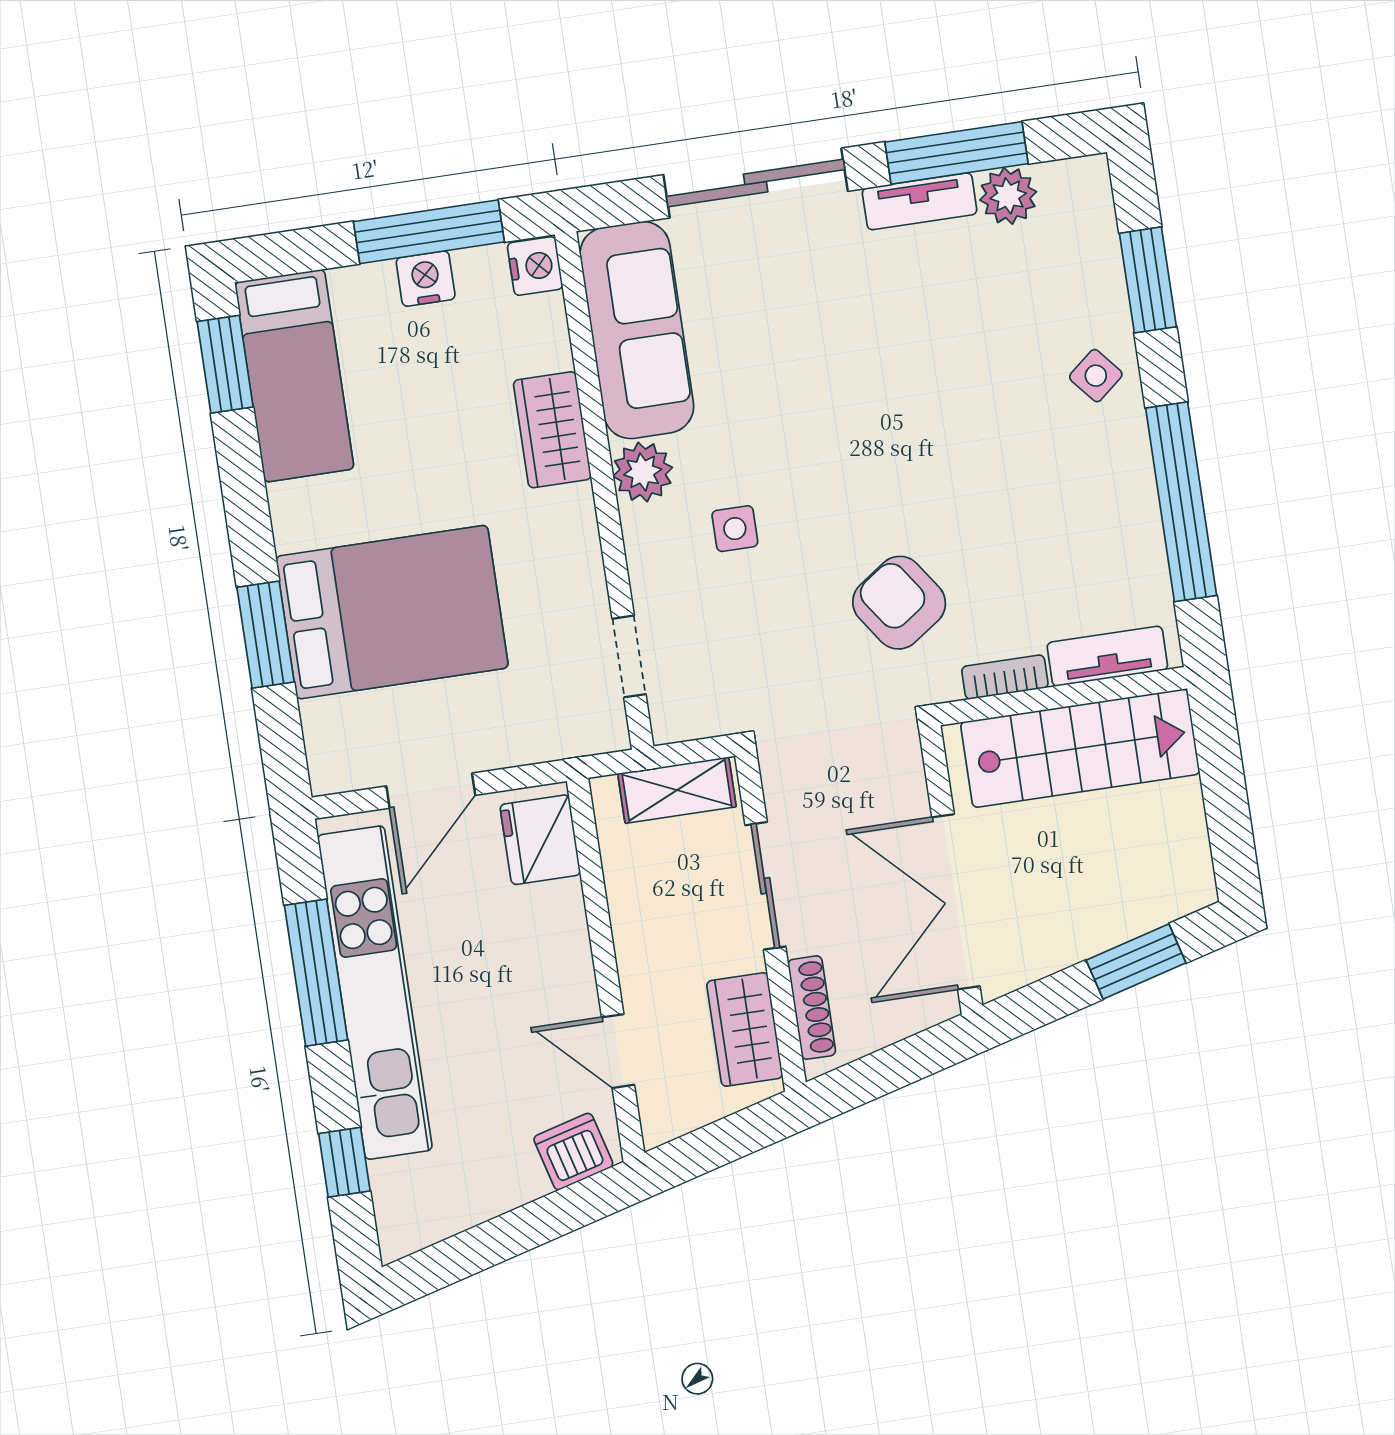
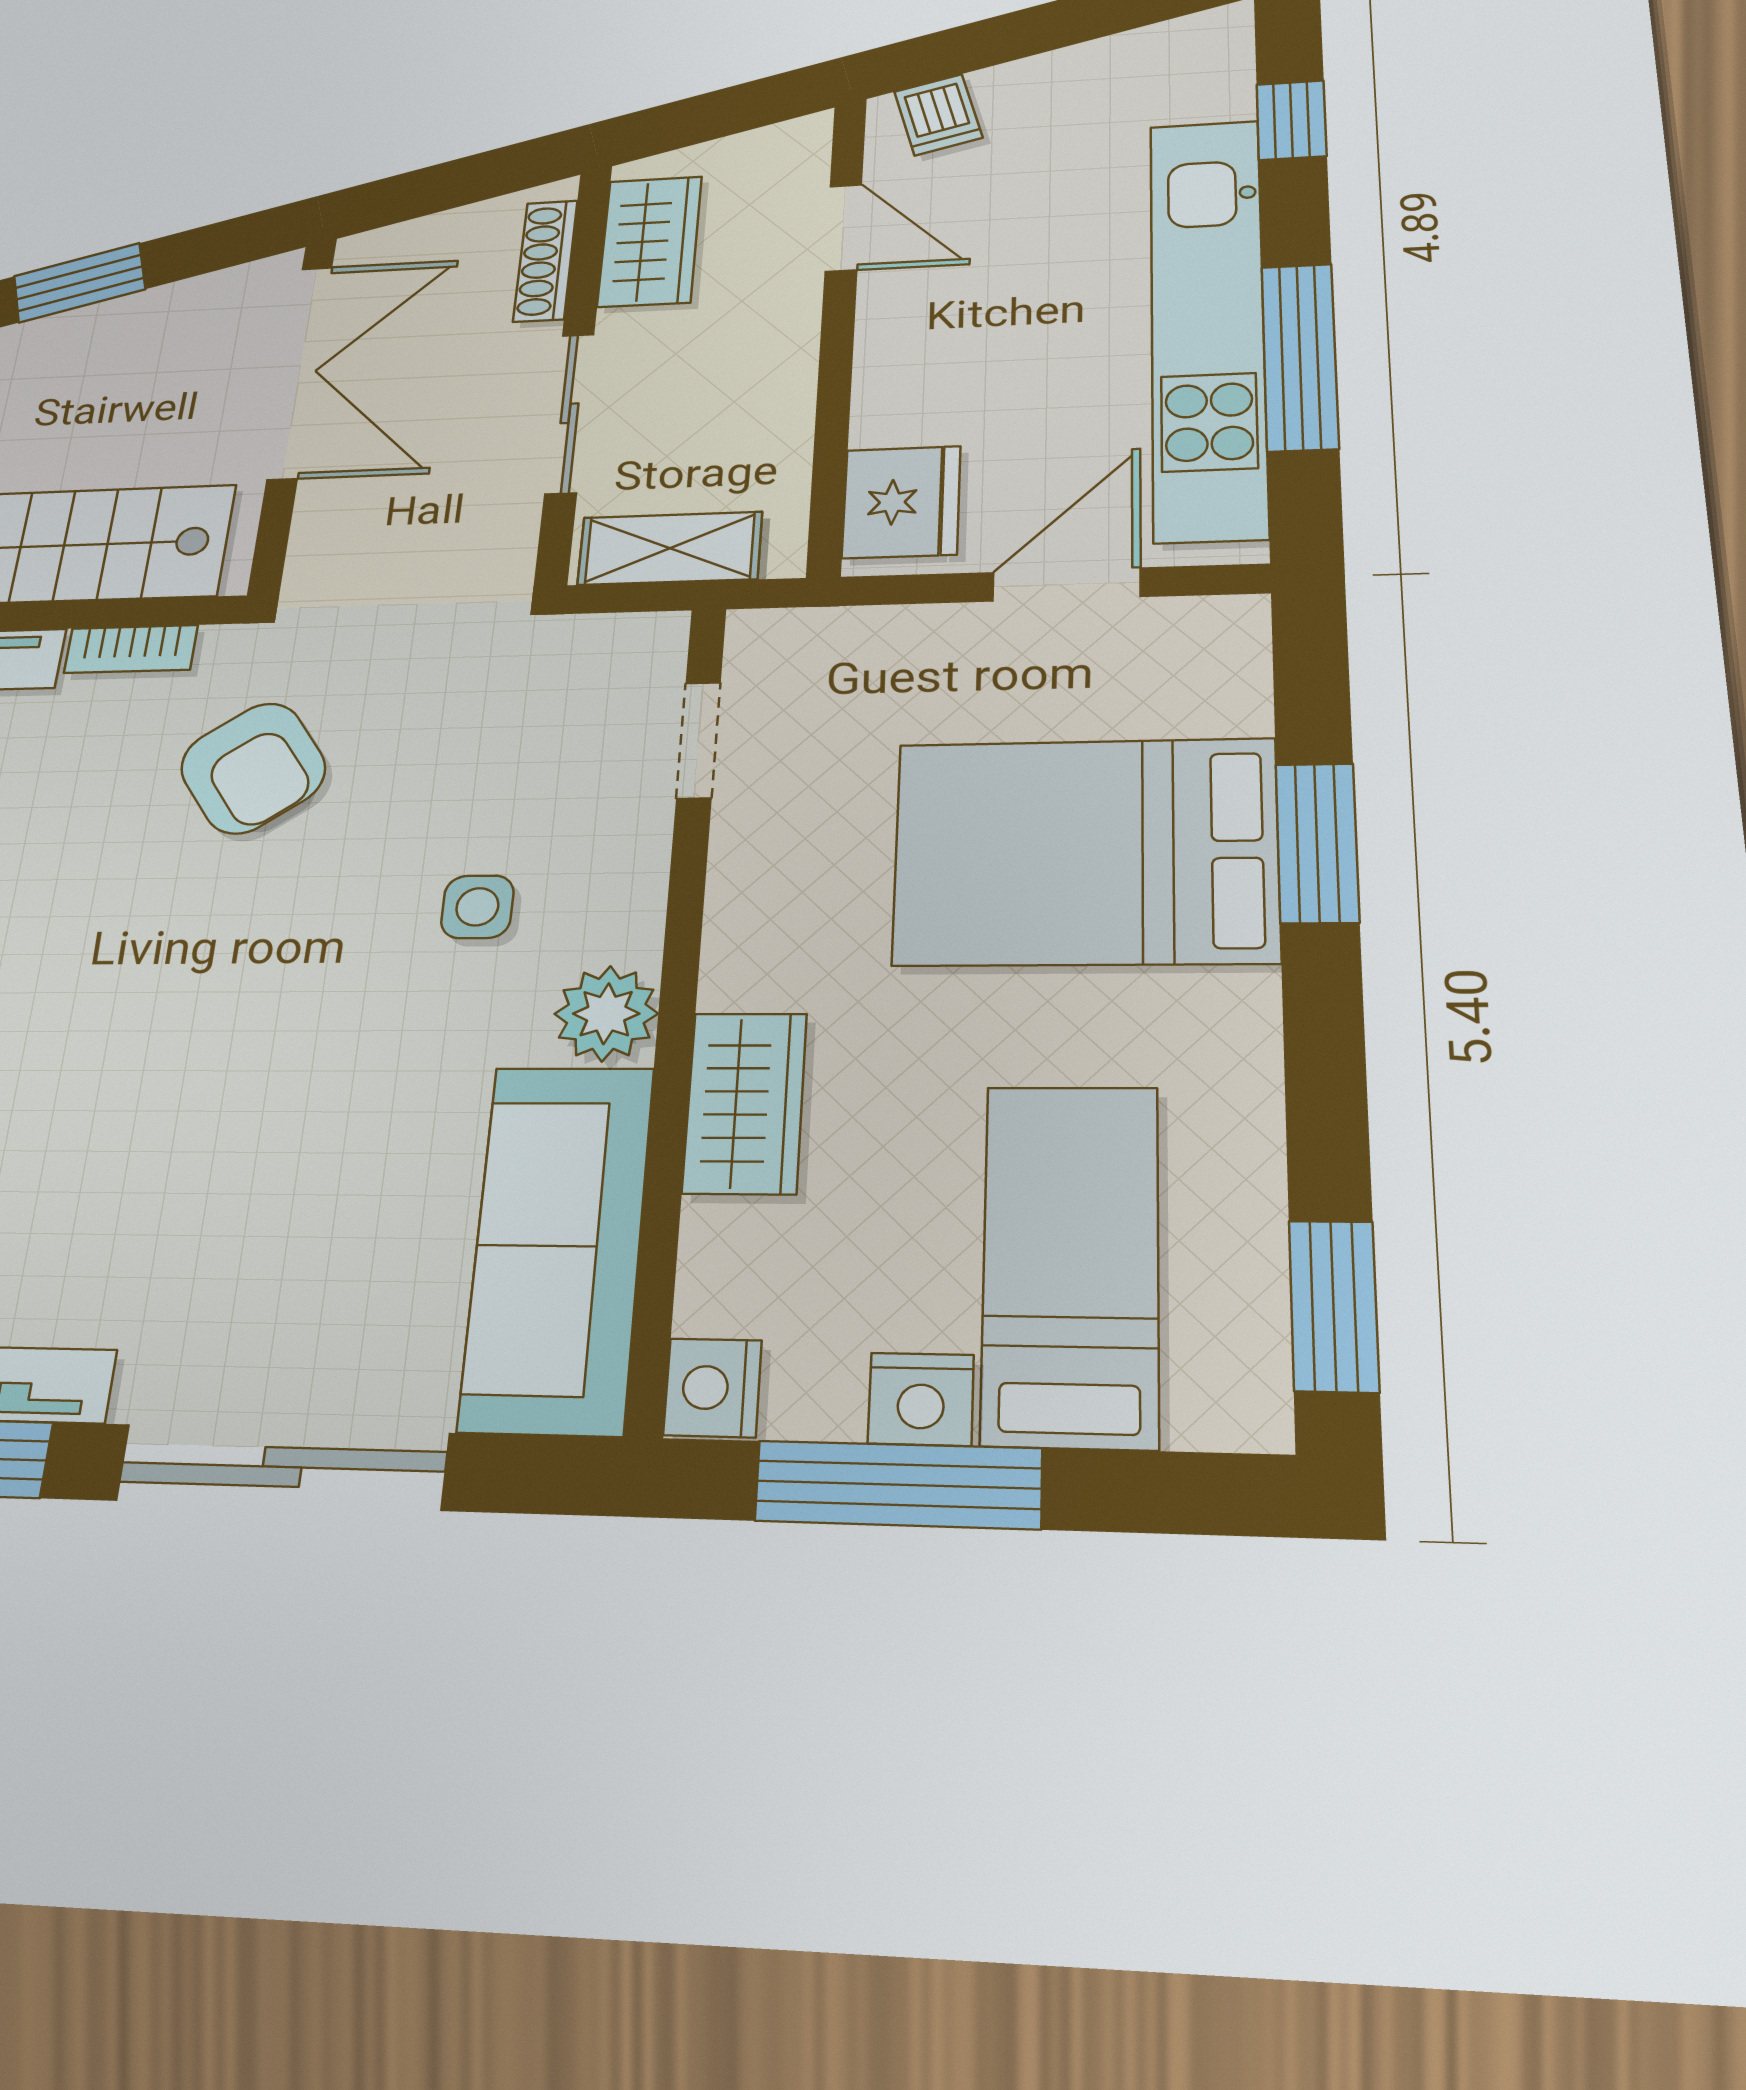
bed: (294, 376) -> (1071, 1263), moved
dishwasher: (573, 1152) -> (938, 115), width x0.73

